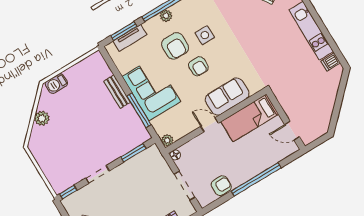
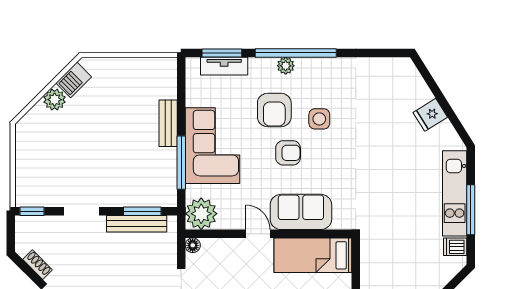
window: (327, 35) -> (471, 210), added
armchair: (198, 66) -> (288, 153), turned -90
barbecue: (56, 84) -> (74, 80), moved, turned -45
plant: (167, 140) -> (201, 214), width x1.87, depth x1.87
bench: (134, 162) -> (137, 224), added

